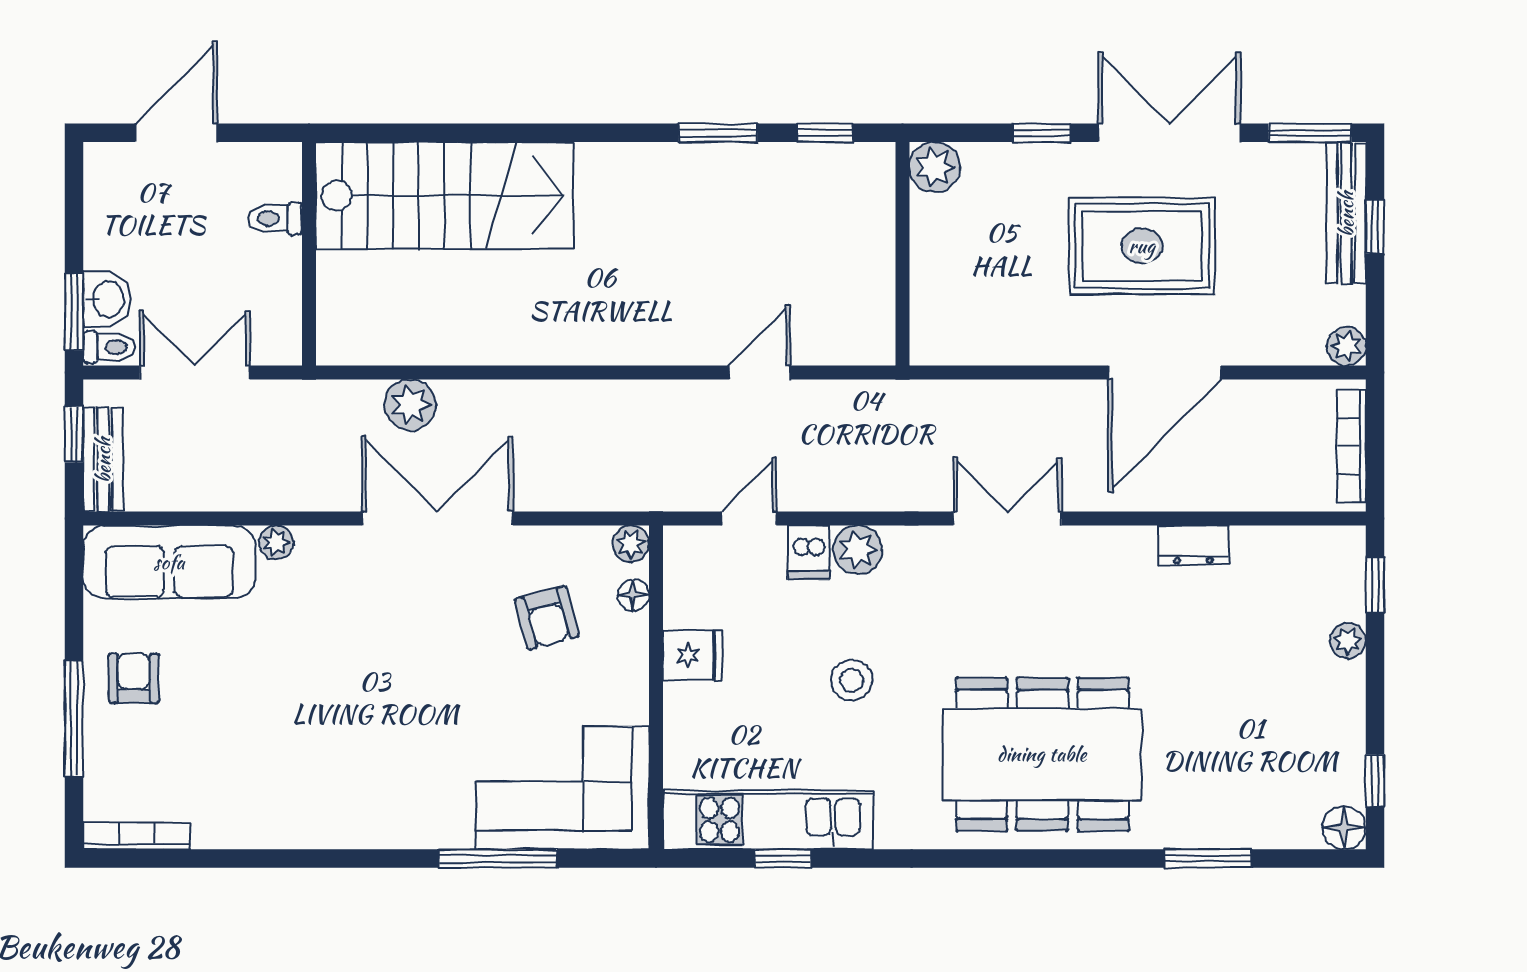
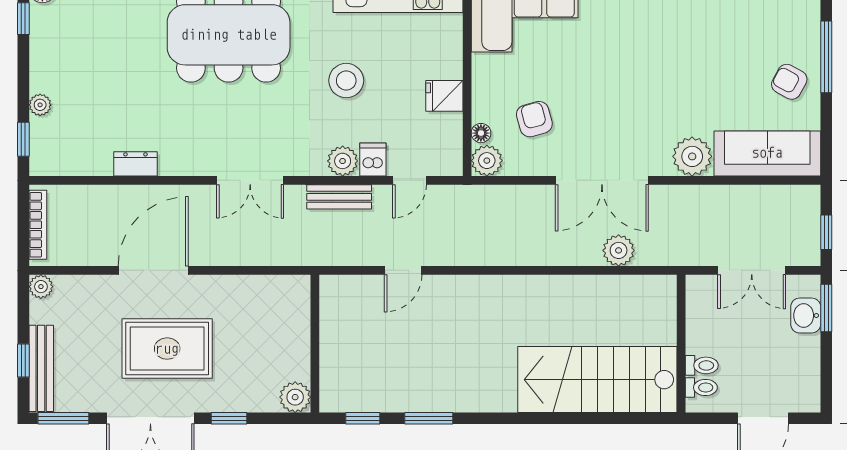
toilet: (109, 347) -> (701, 388), moved, turned 180
bench: (103, 460) -> (339, 197), moved, turned 90
plant: (276, 542) -> (692, 156), width x1.88, depth x1.88
plant: (631, 544) -> (487, 161), width x1.38, depth x1.38
armchair: (134, 678) -> (789, 82), turned 118
stool: (852, 680) -> (346, 81), width x1.38, depth x1.38

